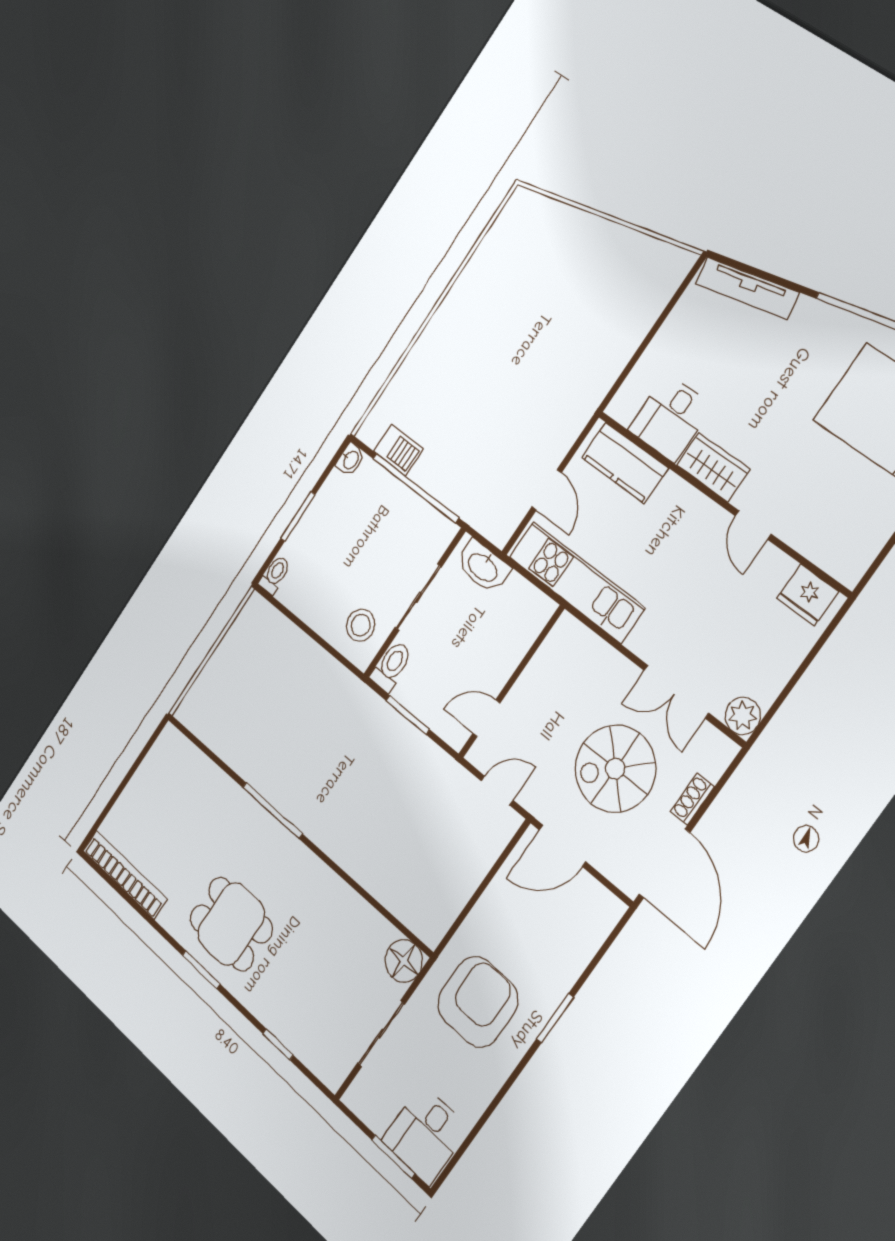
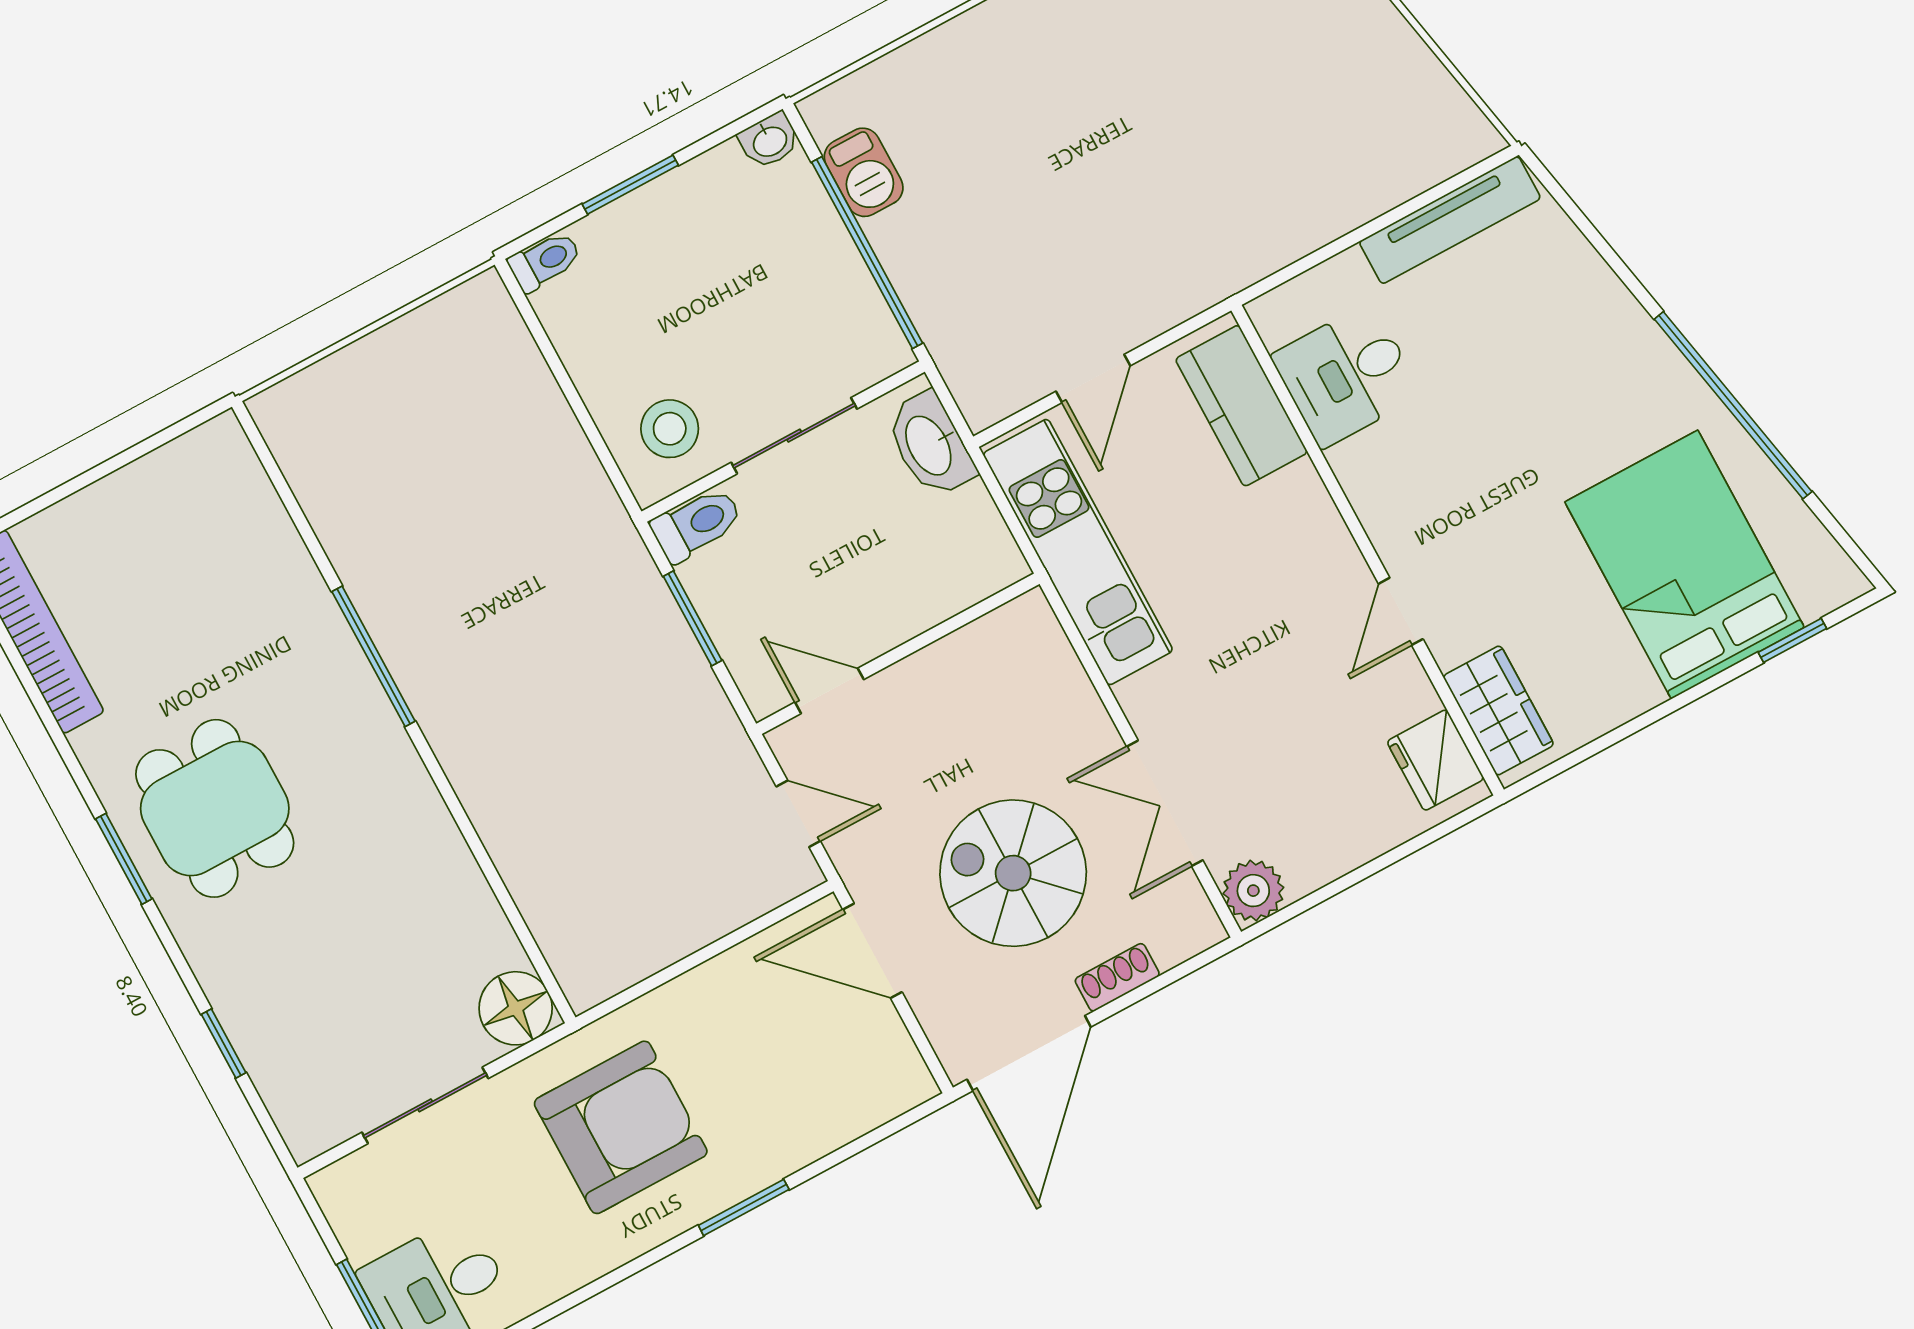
tv unit: (747, 288) -> (1450, 220), moved, turned -79
wardrobe: (713, 467) -> (1498, 711), moved

